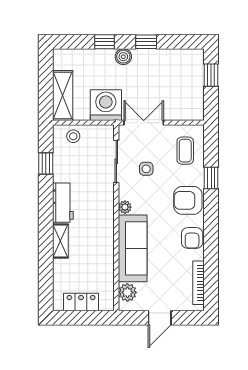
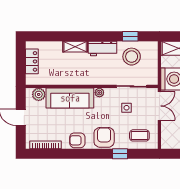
stool: (73, 136) -> (132, 57), moved, width x1.89, depth x1.89

